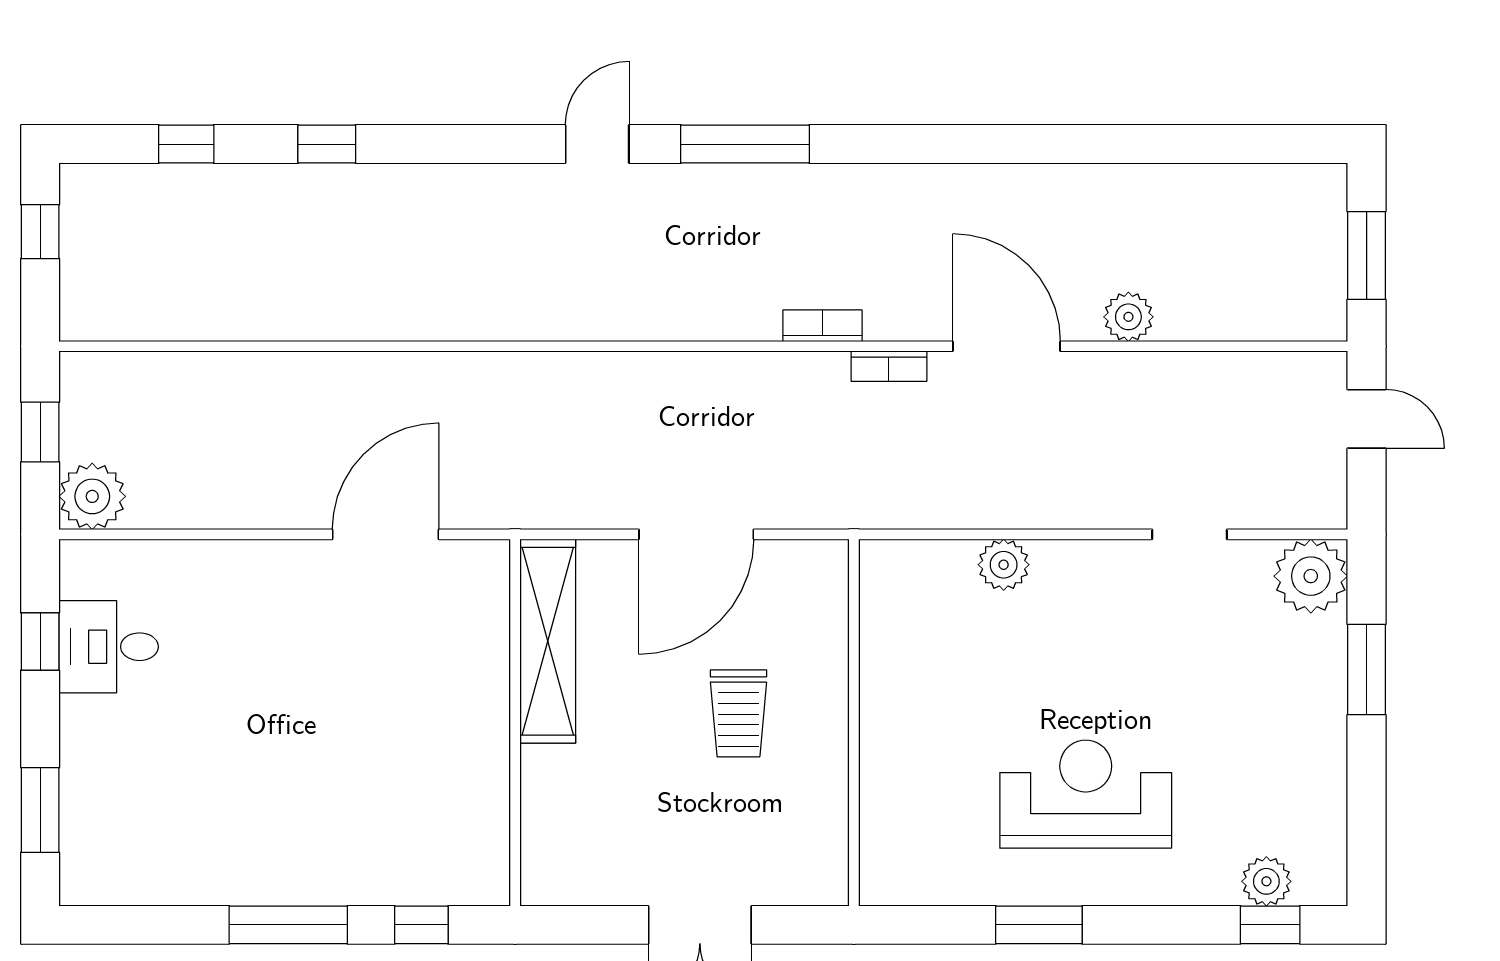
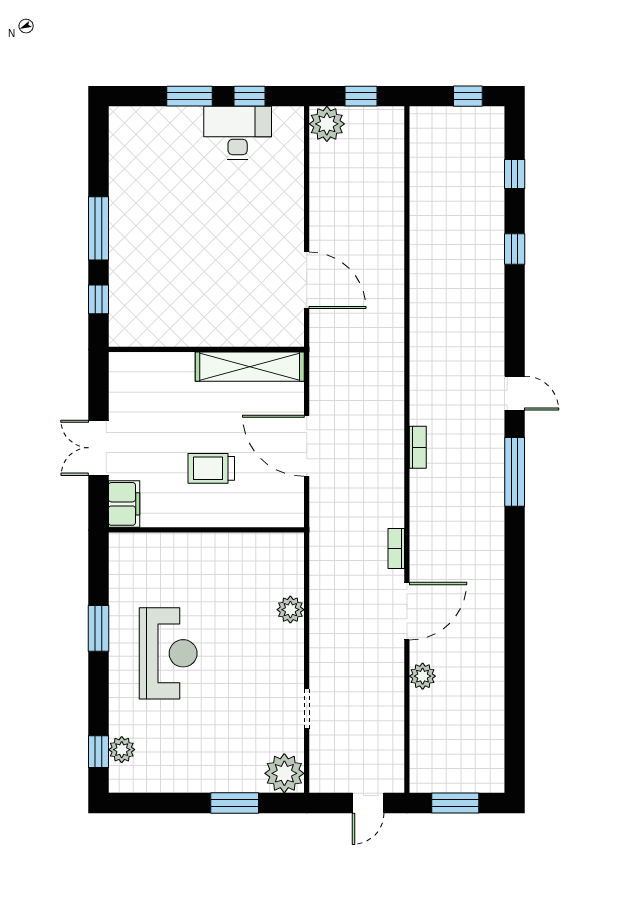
bookcase: (823, 326) -> (418, 447), moved
desk: (109, 647) -> (238, 133), width x1.37
window: (40, 810) -> (190, 96), moved
filing cabinet: (805, 877) -> (124, 504), added

